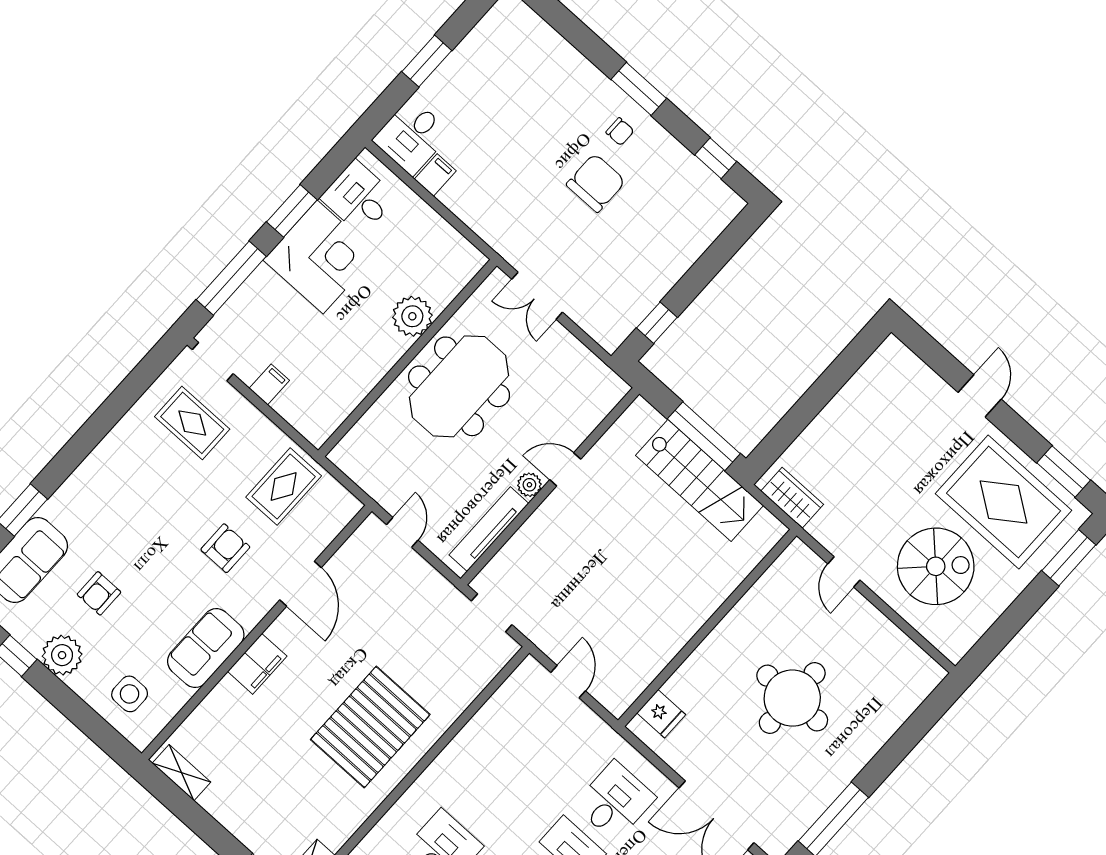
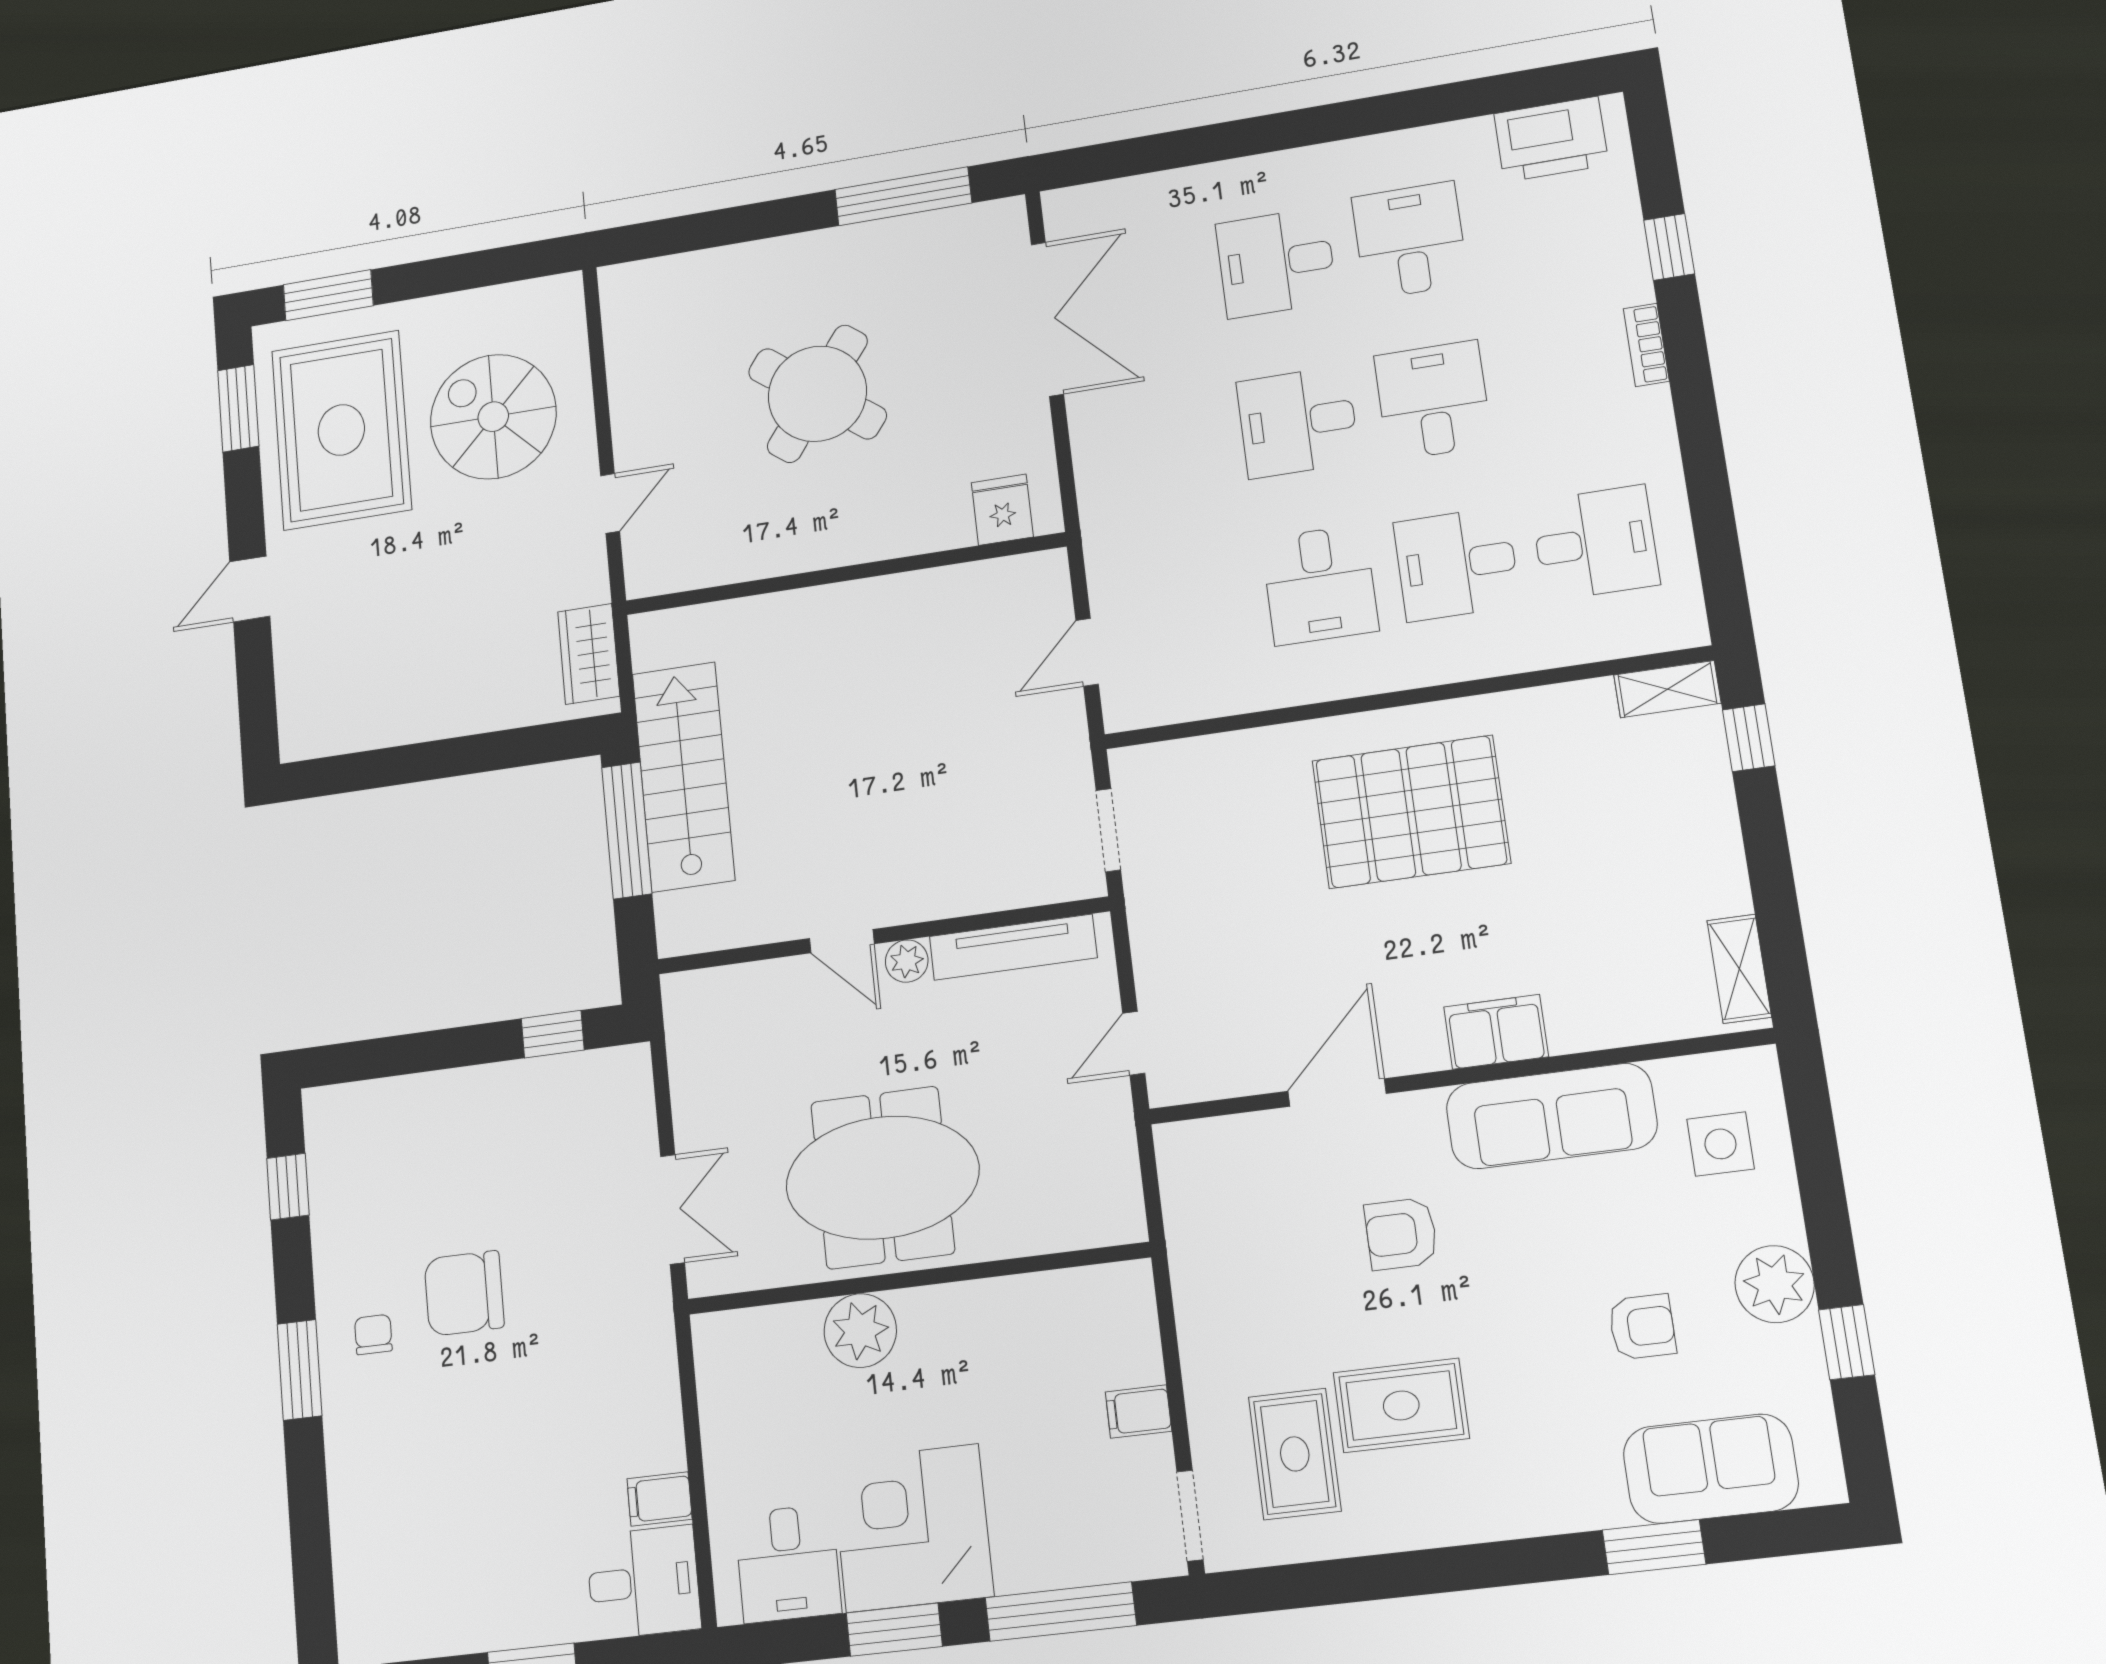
rug: (284, 487) -> (1401, 1405), moved
sofa: (206, 648) -> (1551, 1116), width x1.36
round table: (792, 698) -> (817, 394), turned 37
desk: (615, 801) -> (1320, 585), moved, turned -90

